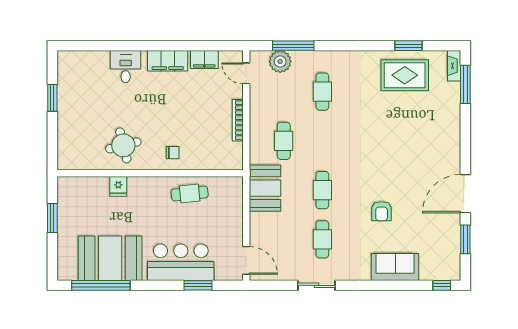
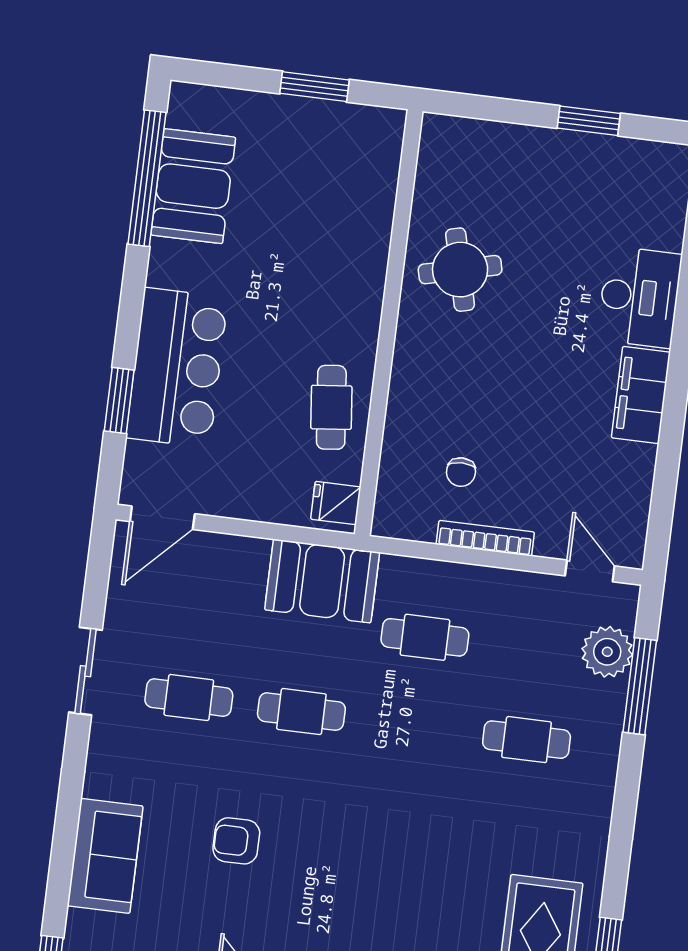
filing cabinet: (204, 60) -> (633, 479), removed
desk: (126, 67) -> (639, 297), width x1.37
door: (246, 73) -> (590, 571), hinge flipped
chair: (173, 153) -> (461, 472), moved
fridge: (118, 186) -> (336, 503), moved
booth: (110, 258) -> (193, 186), width x0.73, depth x0.70

